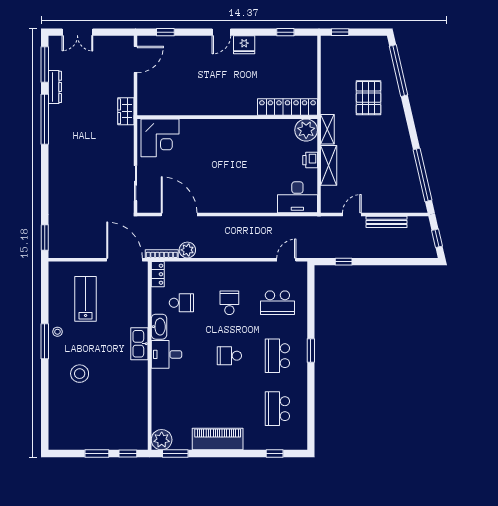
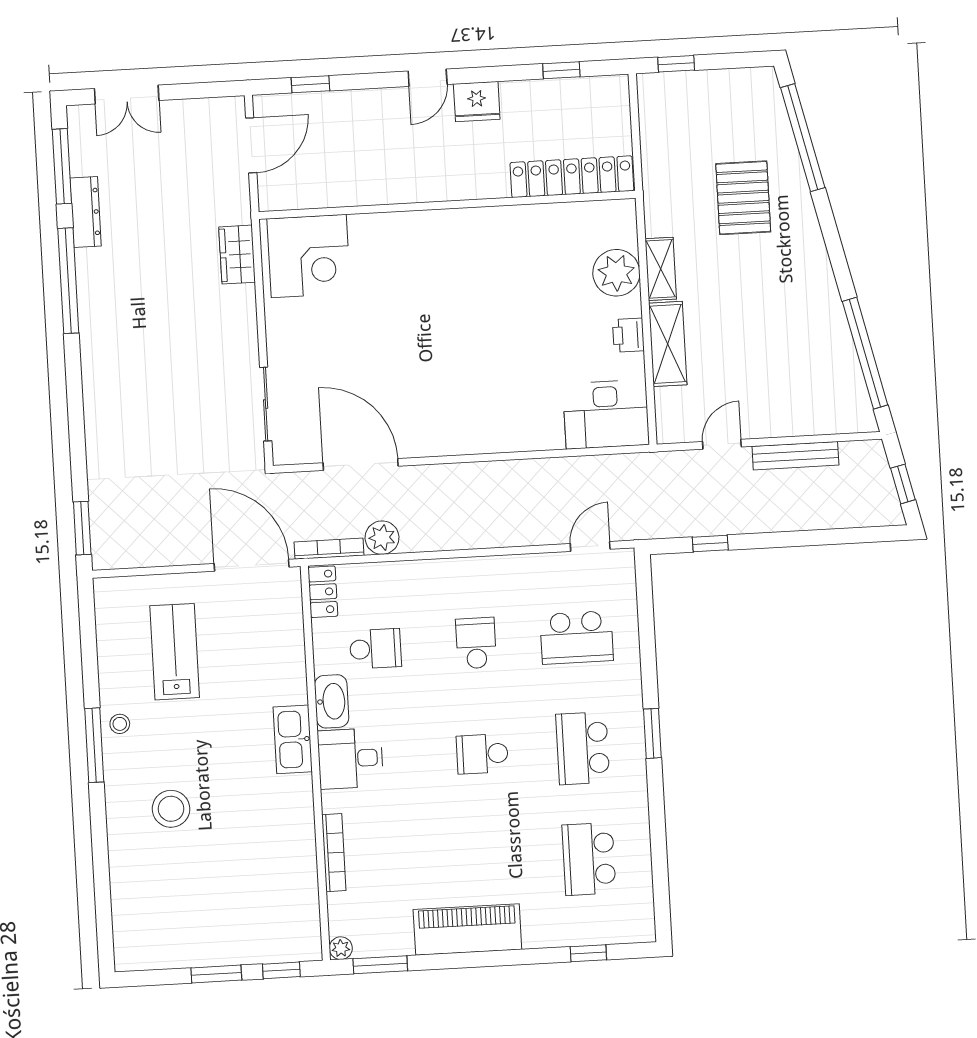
locker: (287, 107) -> (572, 177), moved
wall: (227, 117) -> (447, 205), moved
corner desk: (160, 138) -> (309, 256), moved
bookcase: (156, 399) -> (334, 853), added
plant: (162, 440) -> (341, 948), width x0.53, depth x0.53

